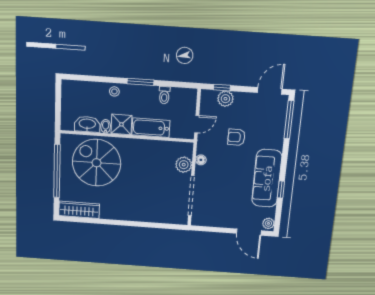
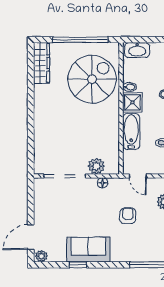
washbasin: (87, 124) -> (137, 50), moved, turned 90
sofa: (267, 178) -> (88, 250), width x0.73

